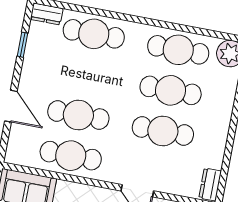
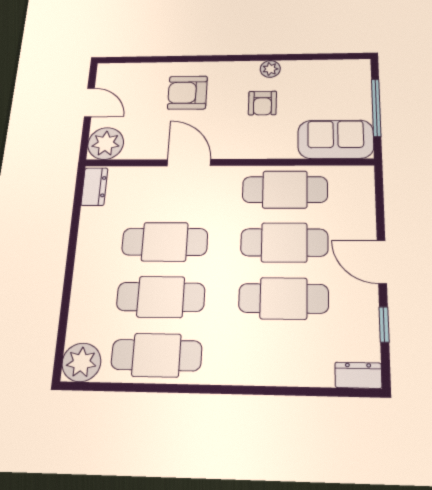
cafe table: (94, 34) -> (284, 298), moved
door: (11, 106) -> (382, 262), moved

